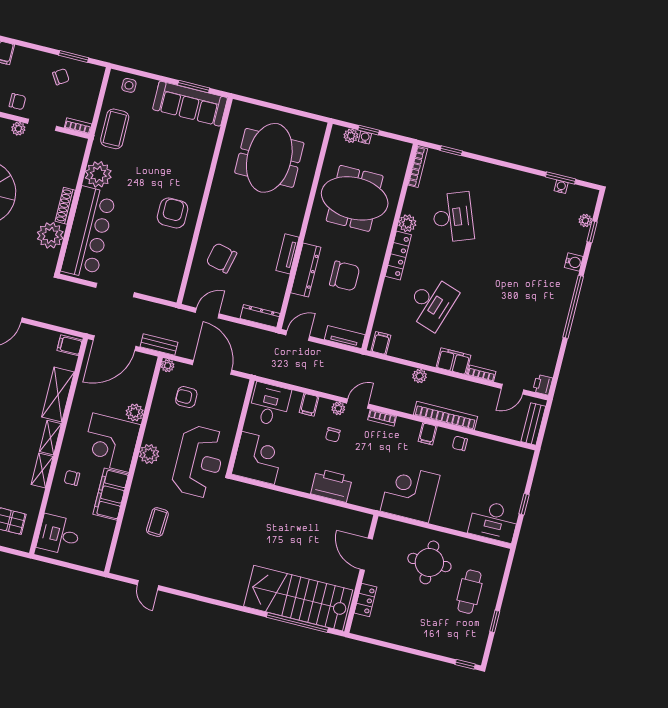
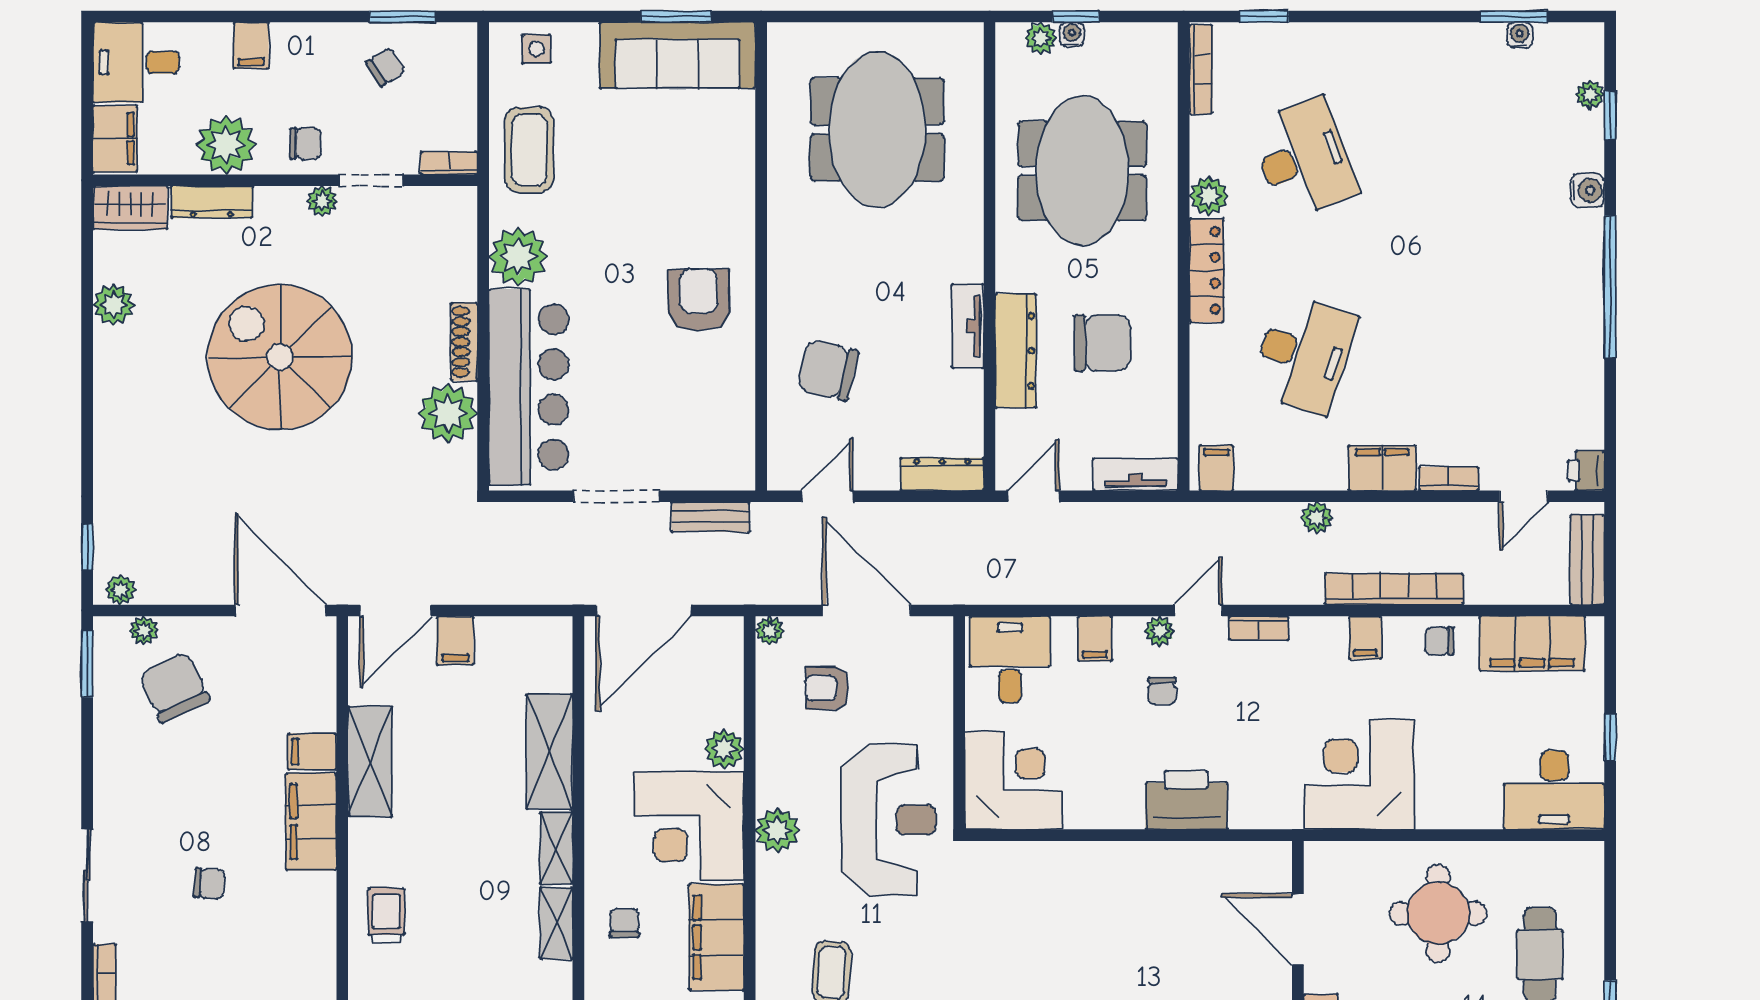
meeting table: (355, 198) -> (1082, 171), turned 90
filing cabinet: (70, 345) -> (455, 641), moved, turned -90
bench: (159, 345) -> (711, 517), moved
filing cabinet: (500, 455) -> (1532, 644), added
chair: (72, 478) -> (624, 923), turned 90

